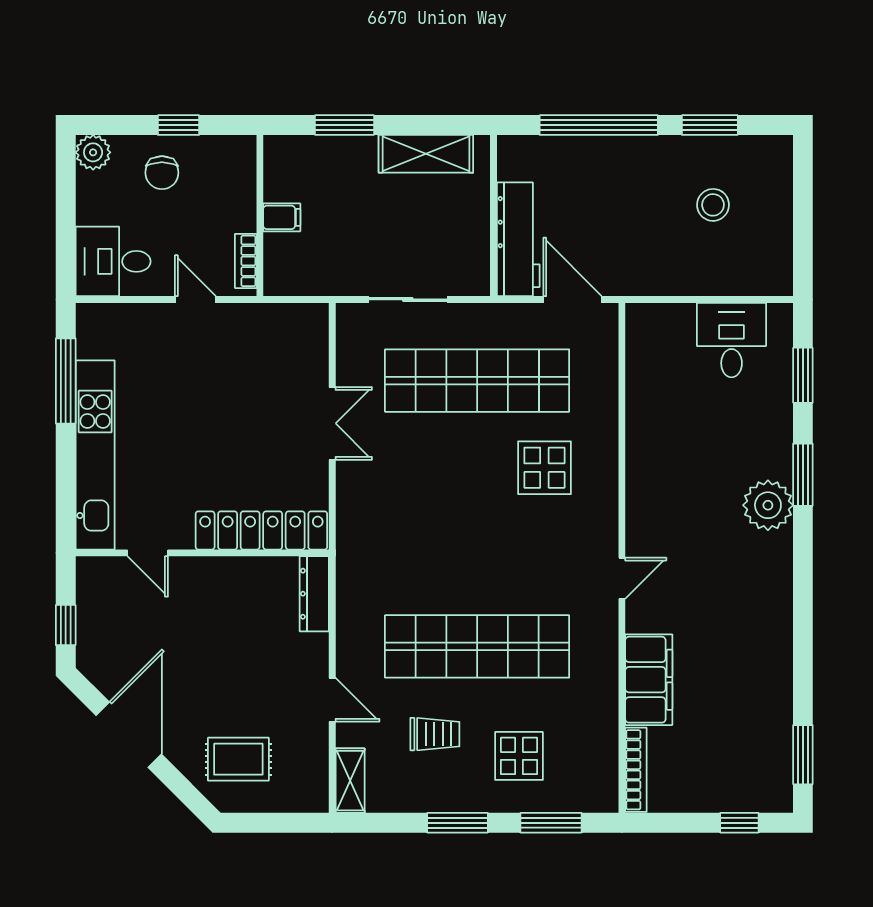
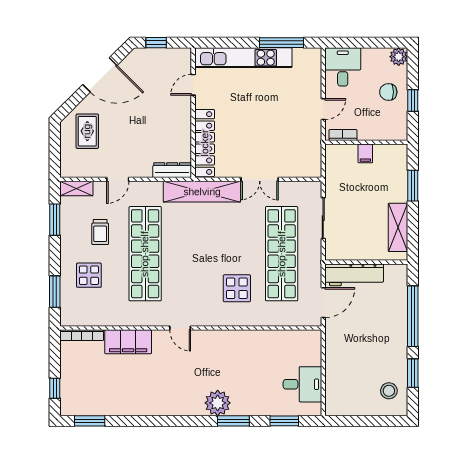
stool: (713, 205) -> (389, 391), moved
shelving: (356, 536) -> (202, 192), added
window: (457, 823) -> (55, 220), moved

